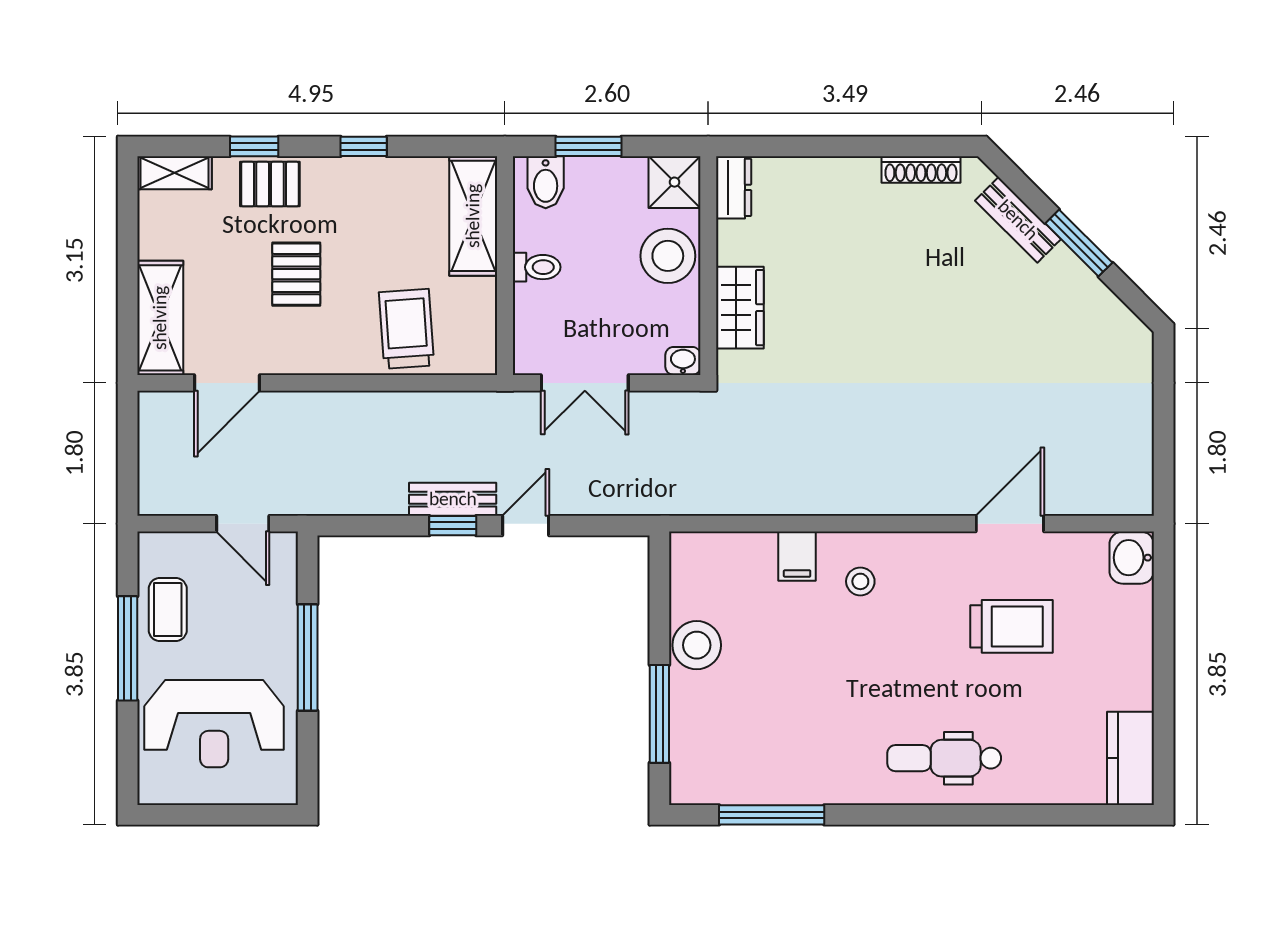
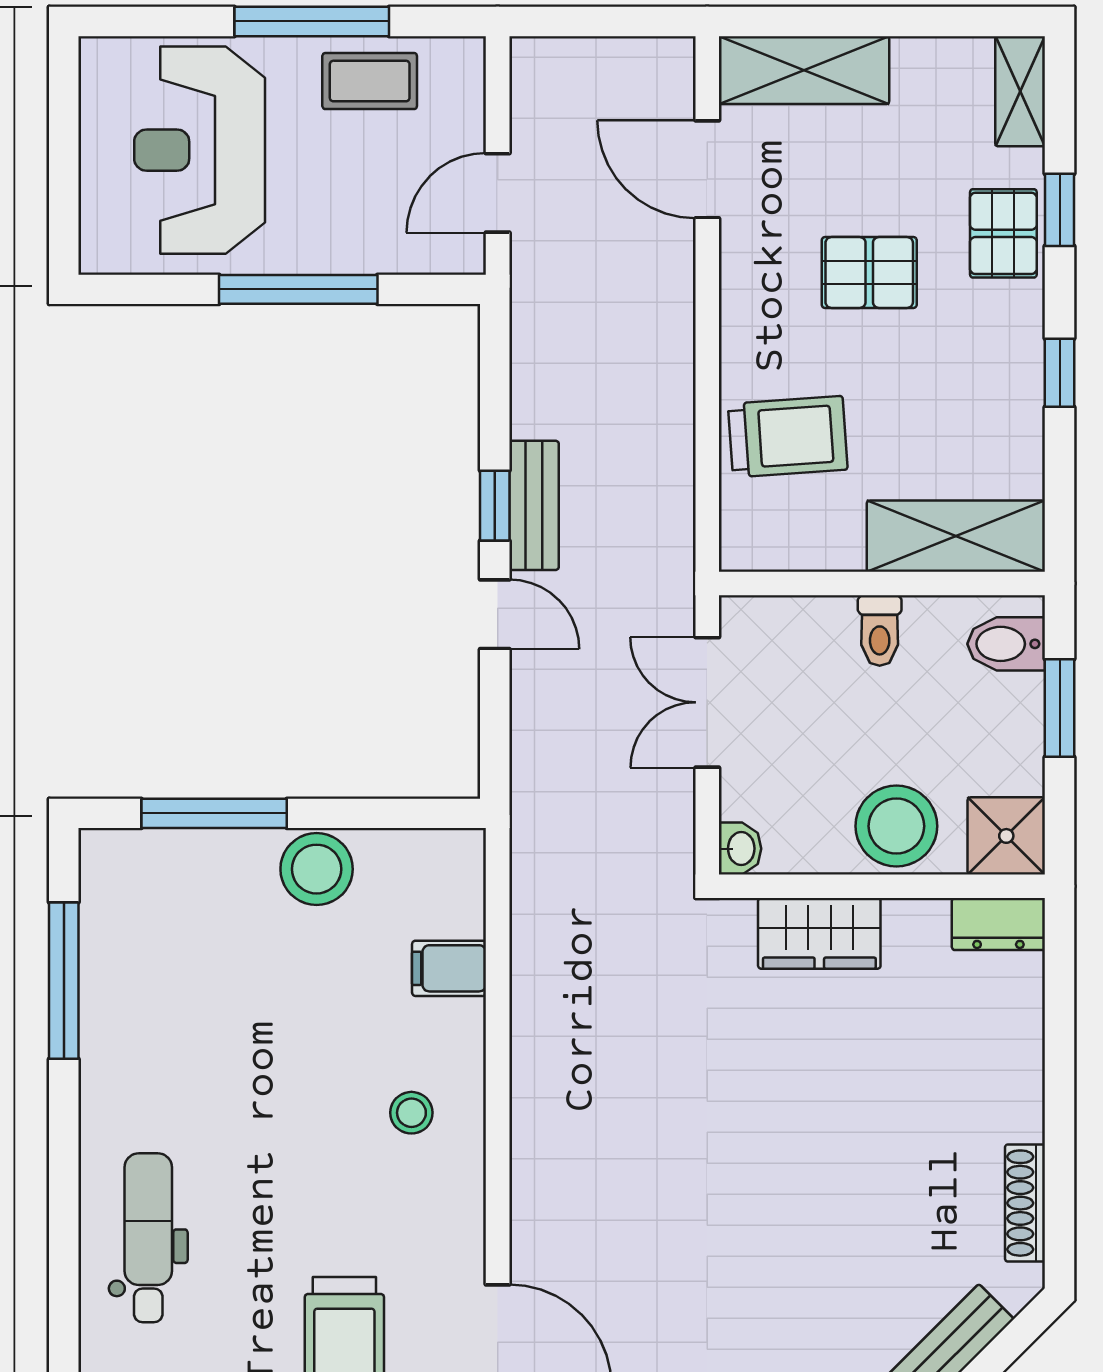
filing cabinet: (797, 556) -> (449, 968), moved

